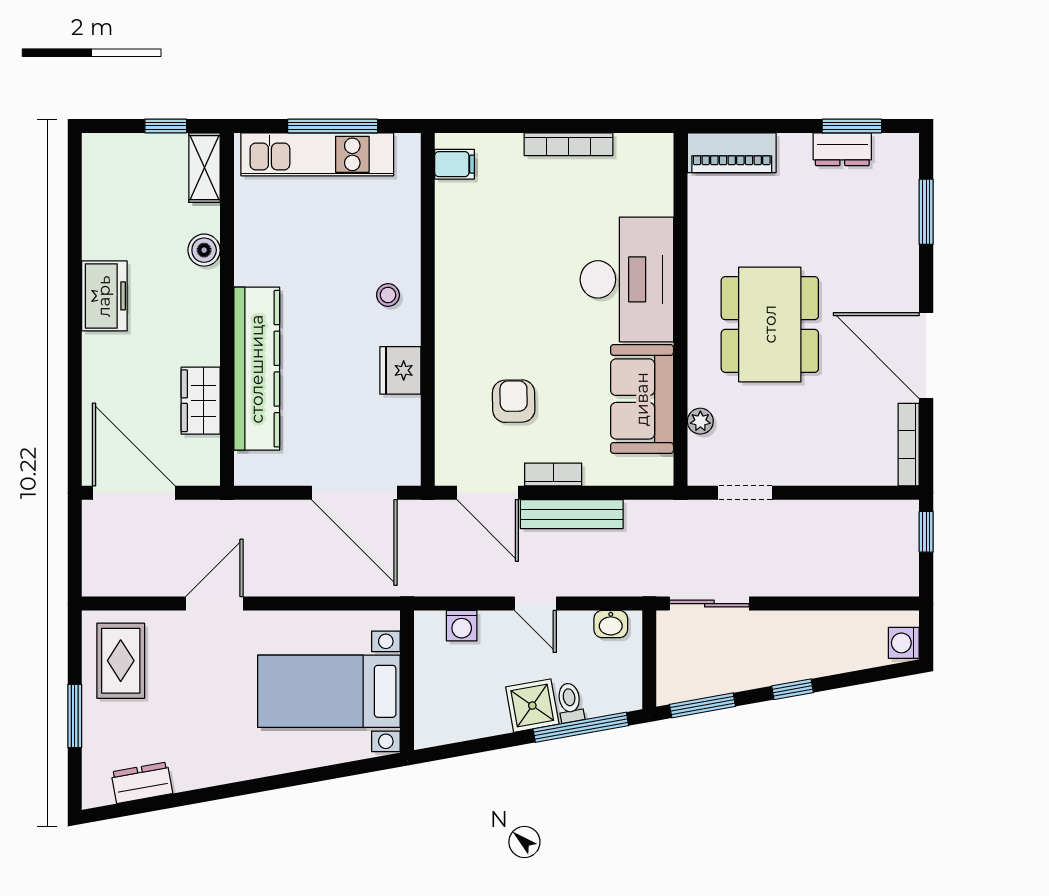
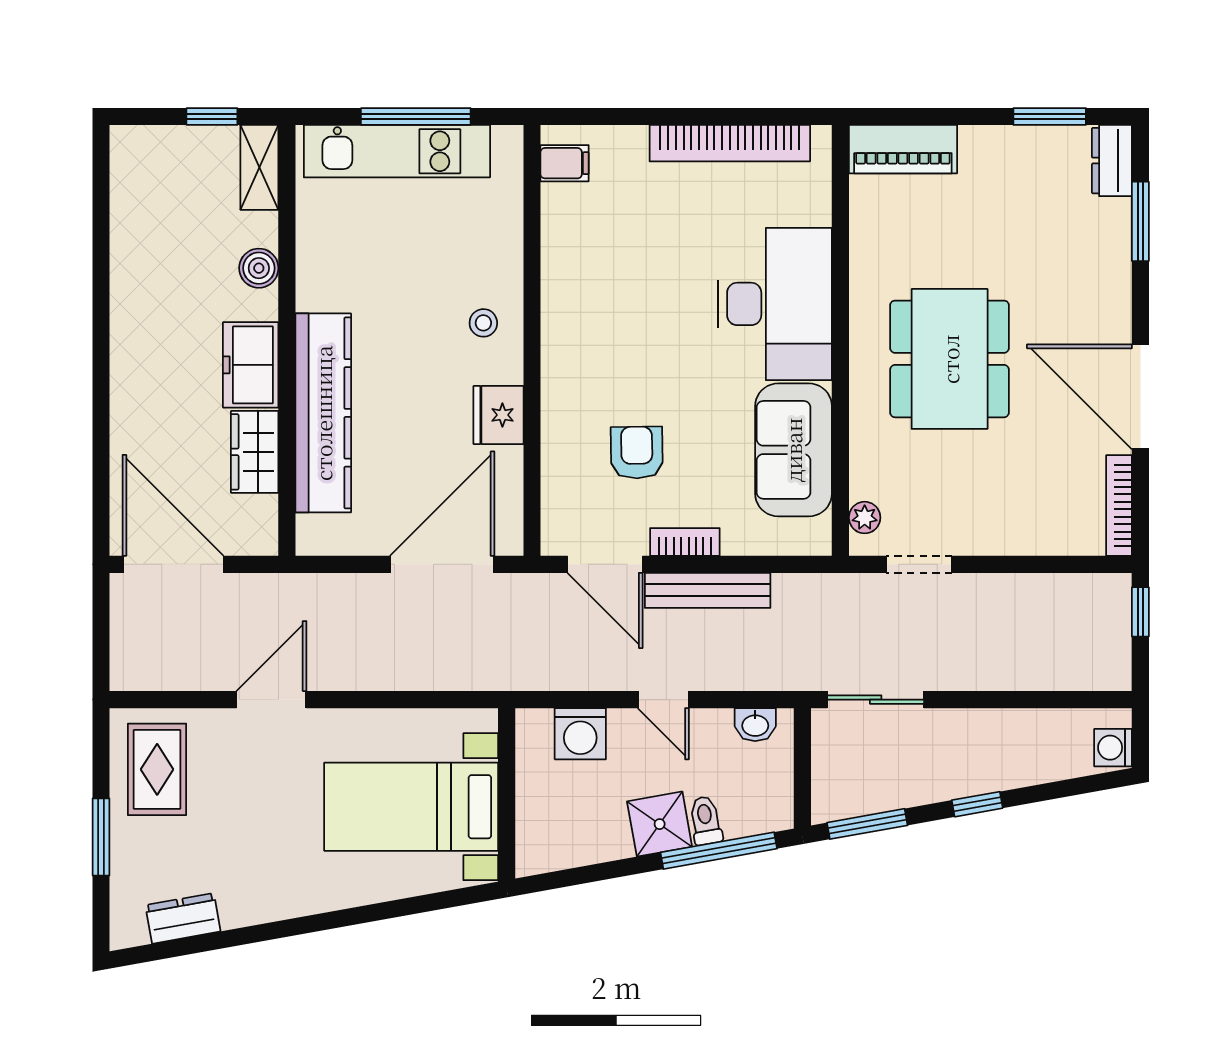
bookcase: (569, 144) -> (730, 143), width x1.48, depth x1.31
dresser: (842, 149) -> (1112, 161), moved, turned 90
freezer: (104, 296) -> (251, 365), moved, turned 180
plant: (700, 421) -> (865, 518), moved
door: (354, 493) -> (442, 564), swing flipped
washing machine: (462, 626) -> (580, 734), width x1.38, depth x1.38

